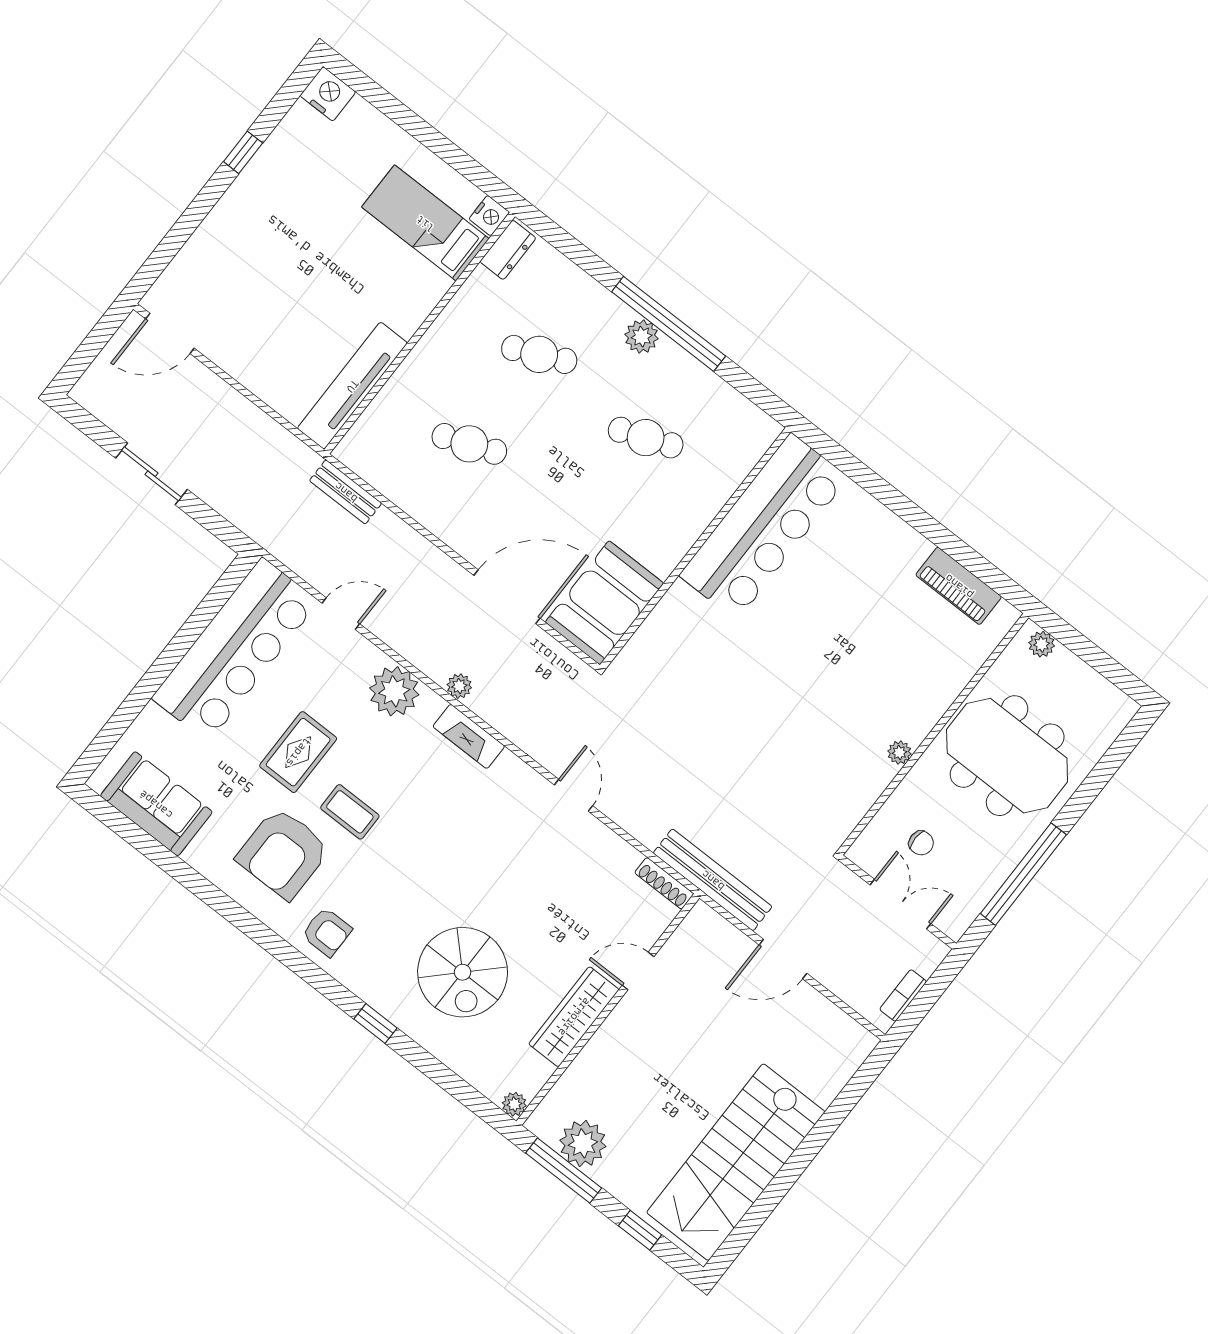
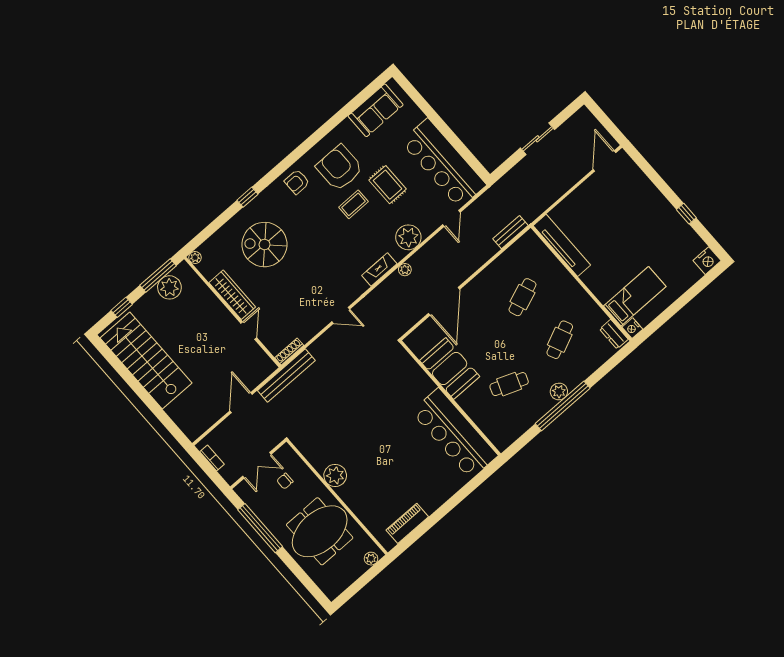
cafe table: (646, 438) -> (509, 384), turned 42
booth: (604, 603) -> (450, 369), moved
plant: (899, 753) -> (335, 475), width x1.88, depth x1.88

